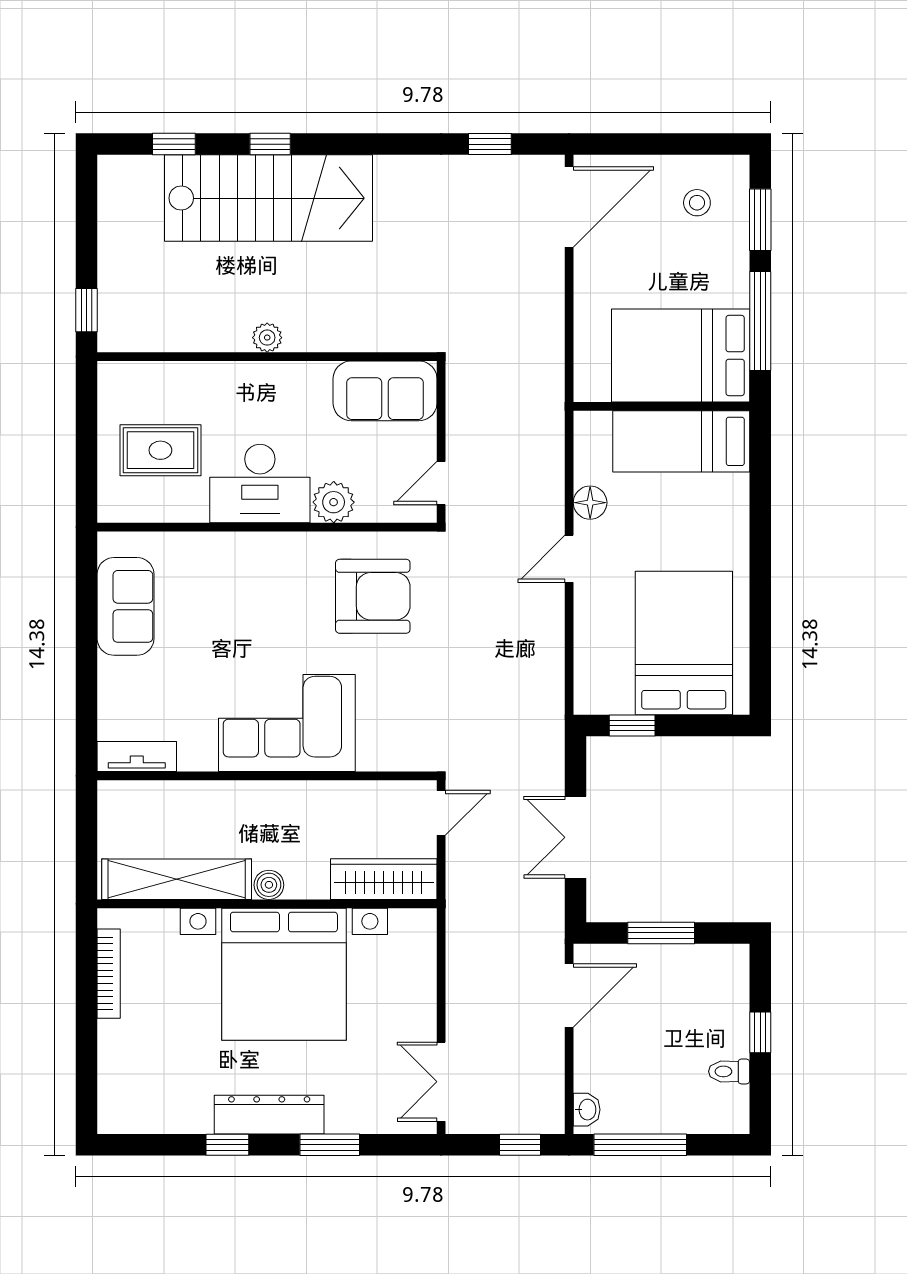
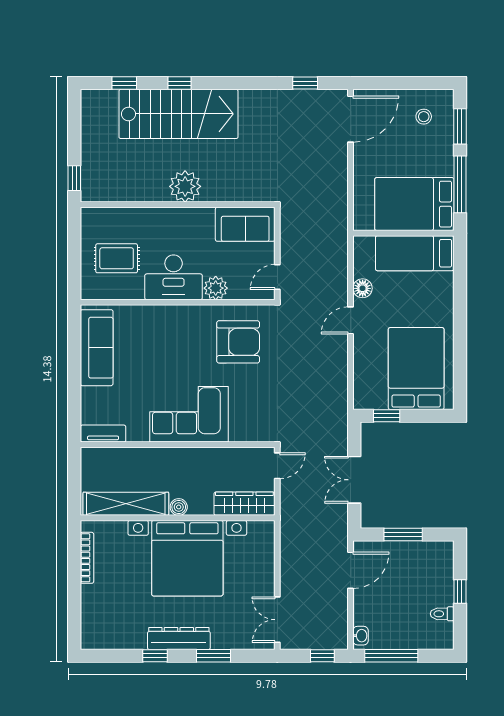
plant: (267, 338) -> (185, 186), width x1.88, depth x1.88
sofa: (126, 606) -> (97, 348), width x1.36

